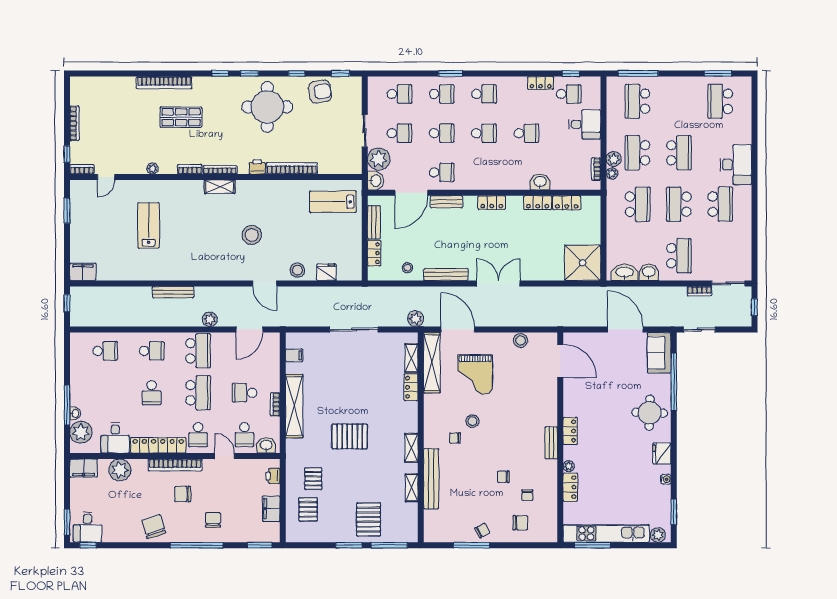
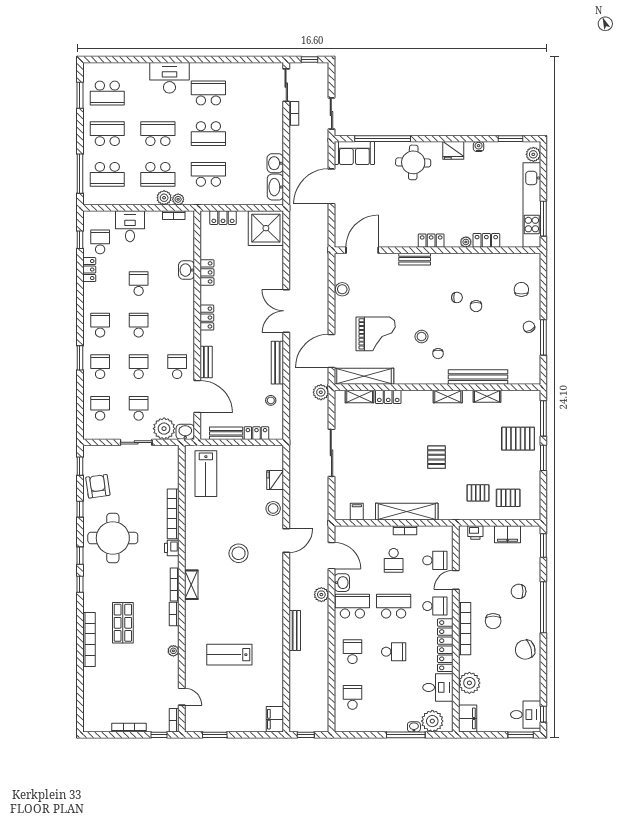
locker: (567, 203) -> (223, 218), moved, turned 90
school desk: (679, 256) -> (107, 134), moved
pallet: (350, 436) -> (437, 457), width x0.67, depth x0.71
bench: (551, 443) -> (415, 259), moved
washbasin: (266, 445) -> (342, 583), moved, turned 180
chair: (527, 495) -> (457, 297), moved

